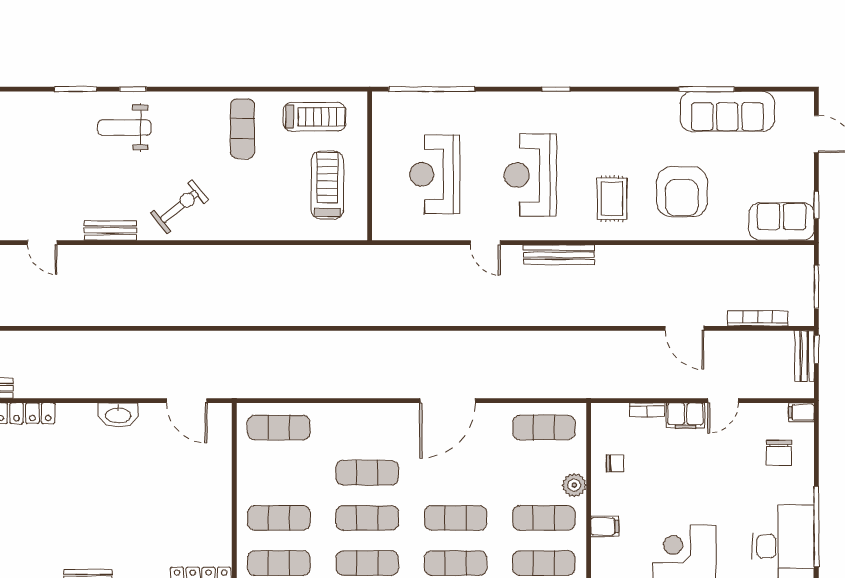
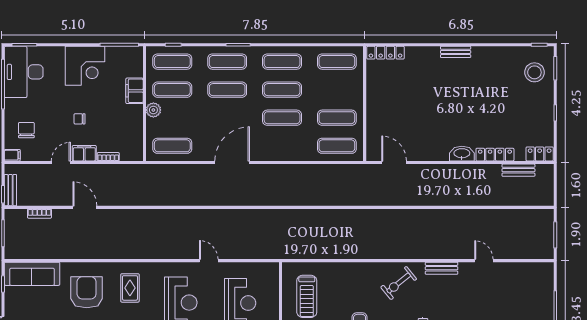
sofa: (781, 221) -> (32, 274), width x1.36
bench: (559, 255) -> (163, 253), removed
bookcase: (758, 318) -> (39, 214), width x0.64
washbasin: (118, 415) -> (462, 154), moved
chair: (615, 463) -> (79, 119), moved
exercise mat: (279, 518) -> (337, 118), moved
filing cabinet: (605, 526) -> (135, 91), width x2.00

